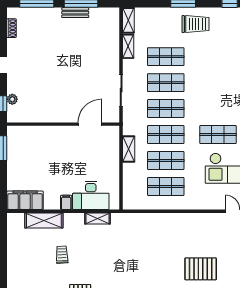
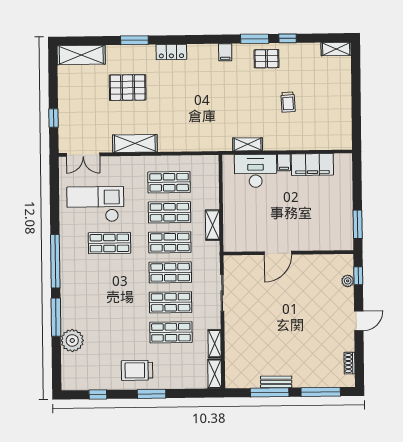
door: (90, 124) -> (278, 253), moved
filing cabinet: (25, 200) -> (312, 165), moved
shelving: (44, 220) -> (135, 143), moved

